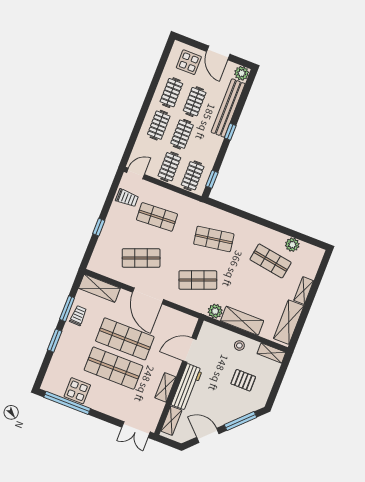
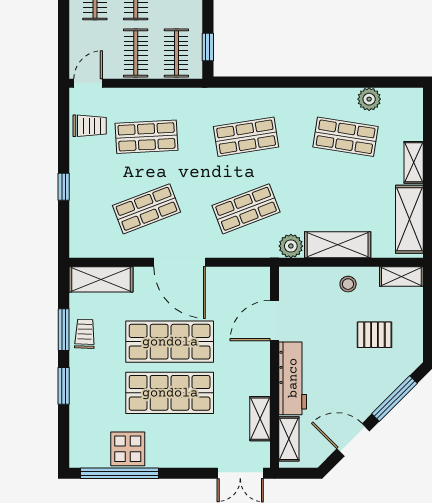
shelving: (165, 387) -> (260, 419), moved

